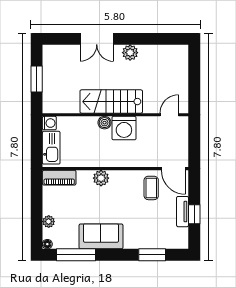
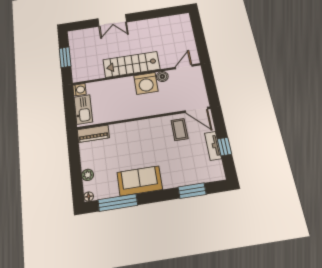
plant: (130, 53) -> (141, 26), removed
boiler: (105, 123) -> (162, 76), moved
plant: (101, 178) -> (132, 128), removed

